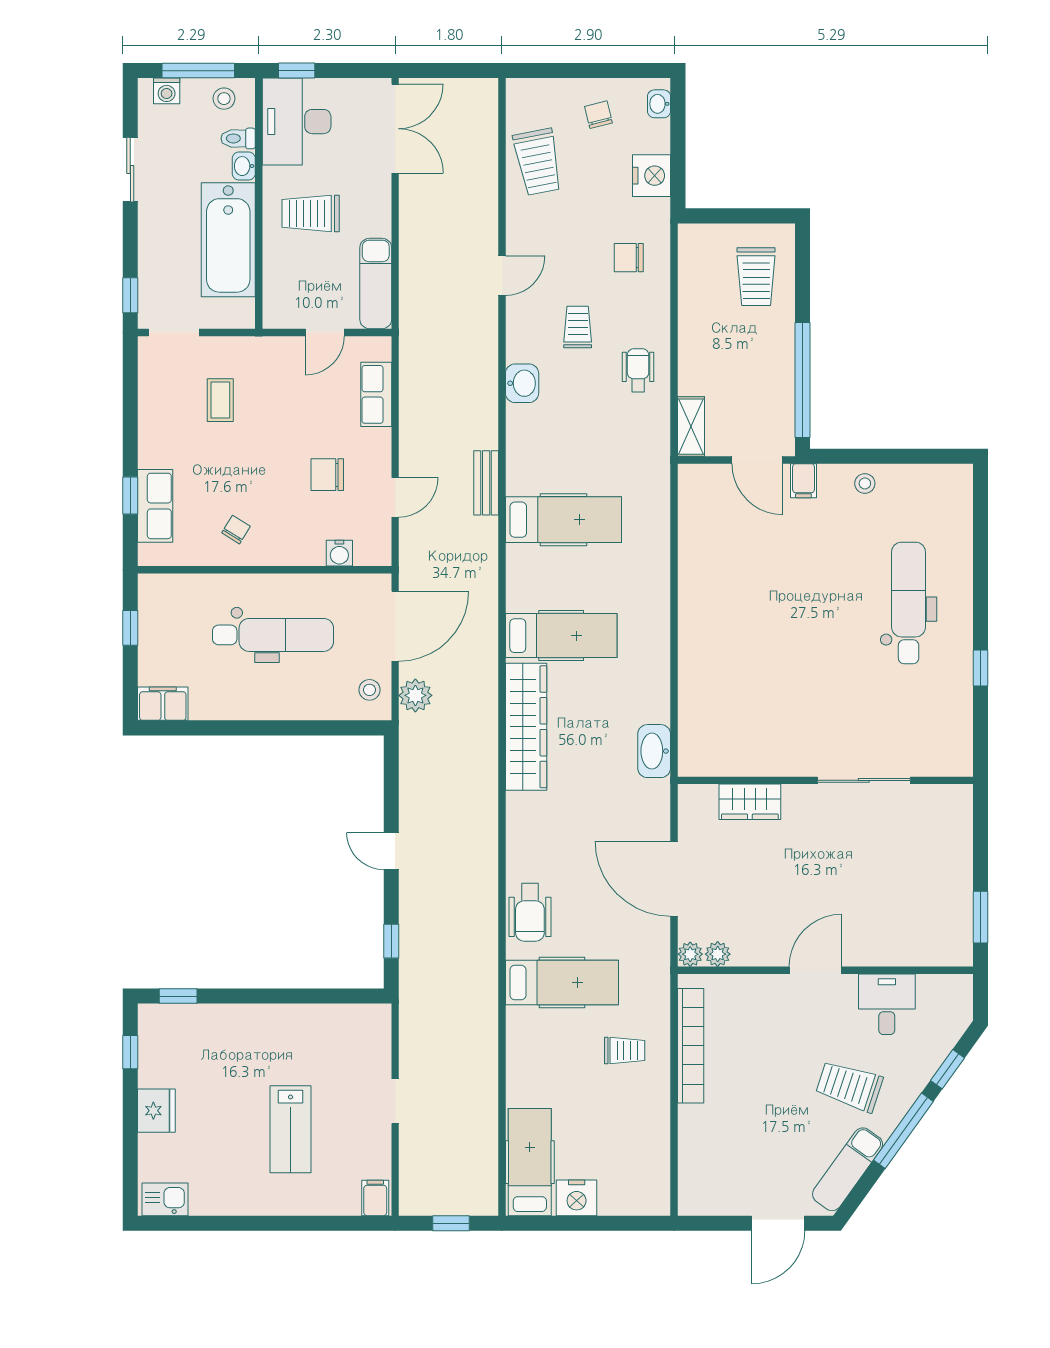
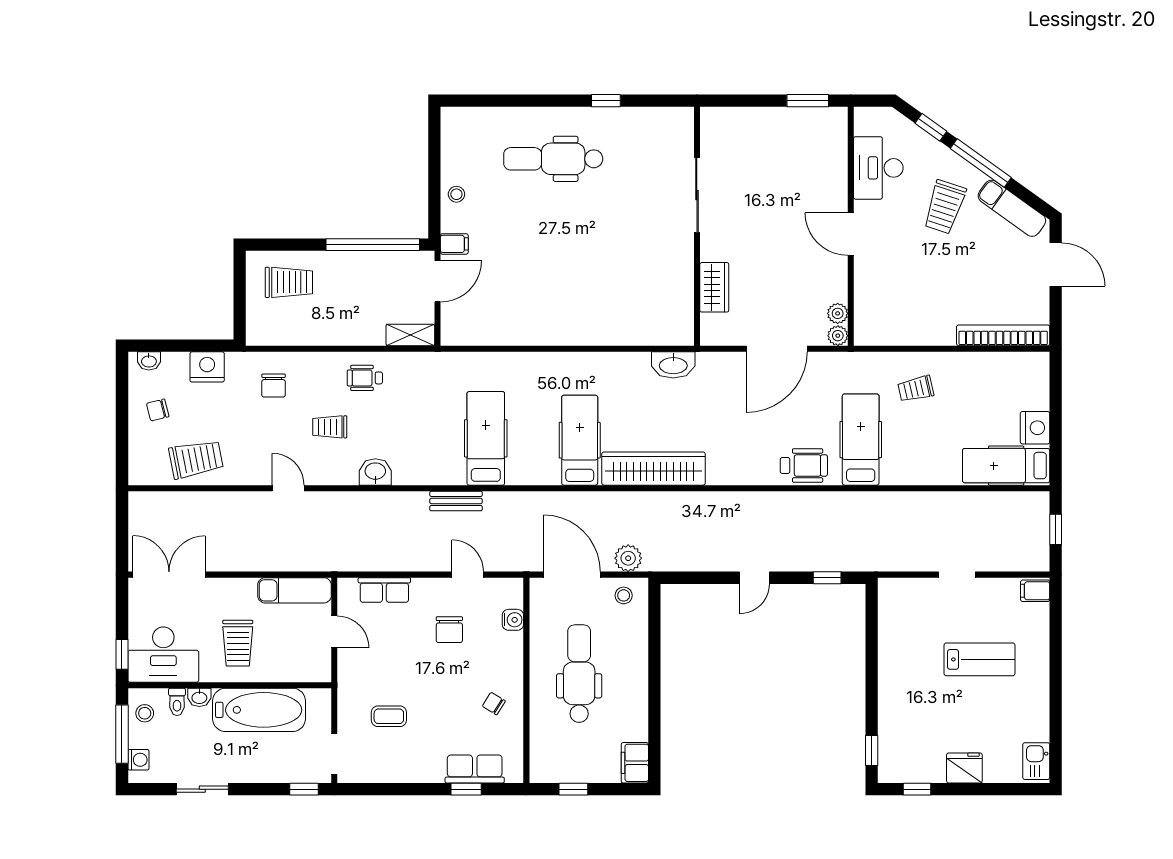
desk: (887, 1004) -> (878, 168), width x1.37
bookcase: (691, 1046) -> (1003, 335), moved
trolley: (625, 1051) -> (916, 389), turned -103

